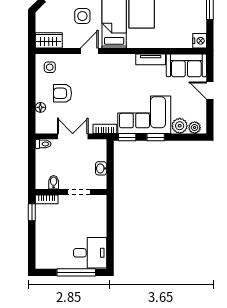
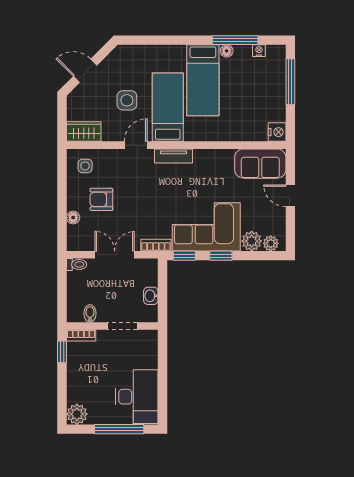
tv unit: (151, 59) -> (174, 156), moved
desk: (90, 253) -> (137, 397), width x1.37
plant: (43, 261) -> (77, 414), added

